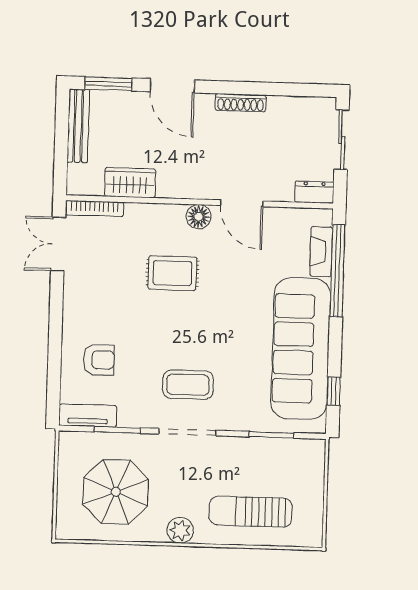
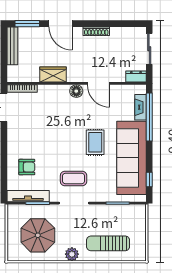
wardrobe: (130, 183) -> (53, 75), moved
rug: (172, 273) -> (95, 142), moved, turned 90
tv unit: (88, 415) -> (28, 196), width x1.41

